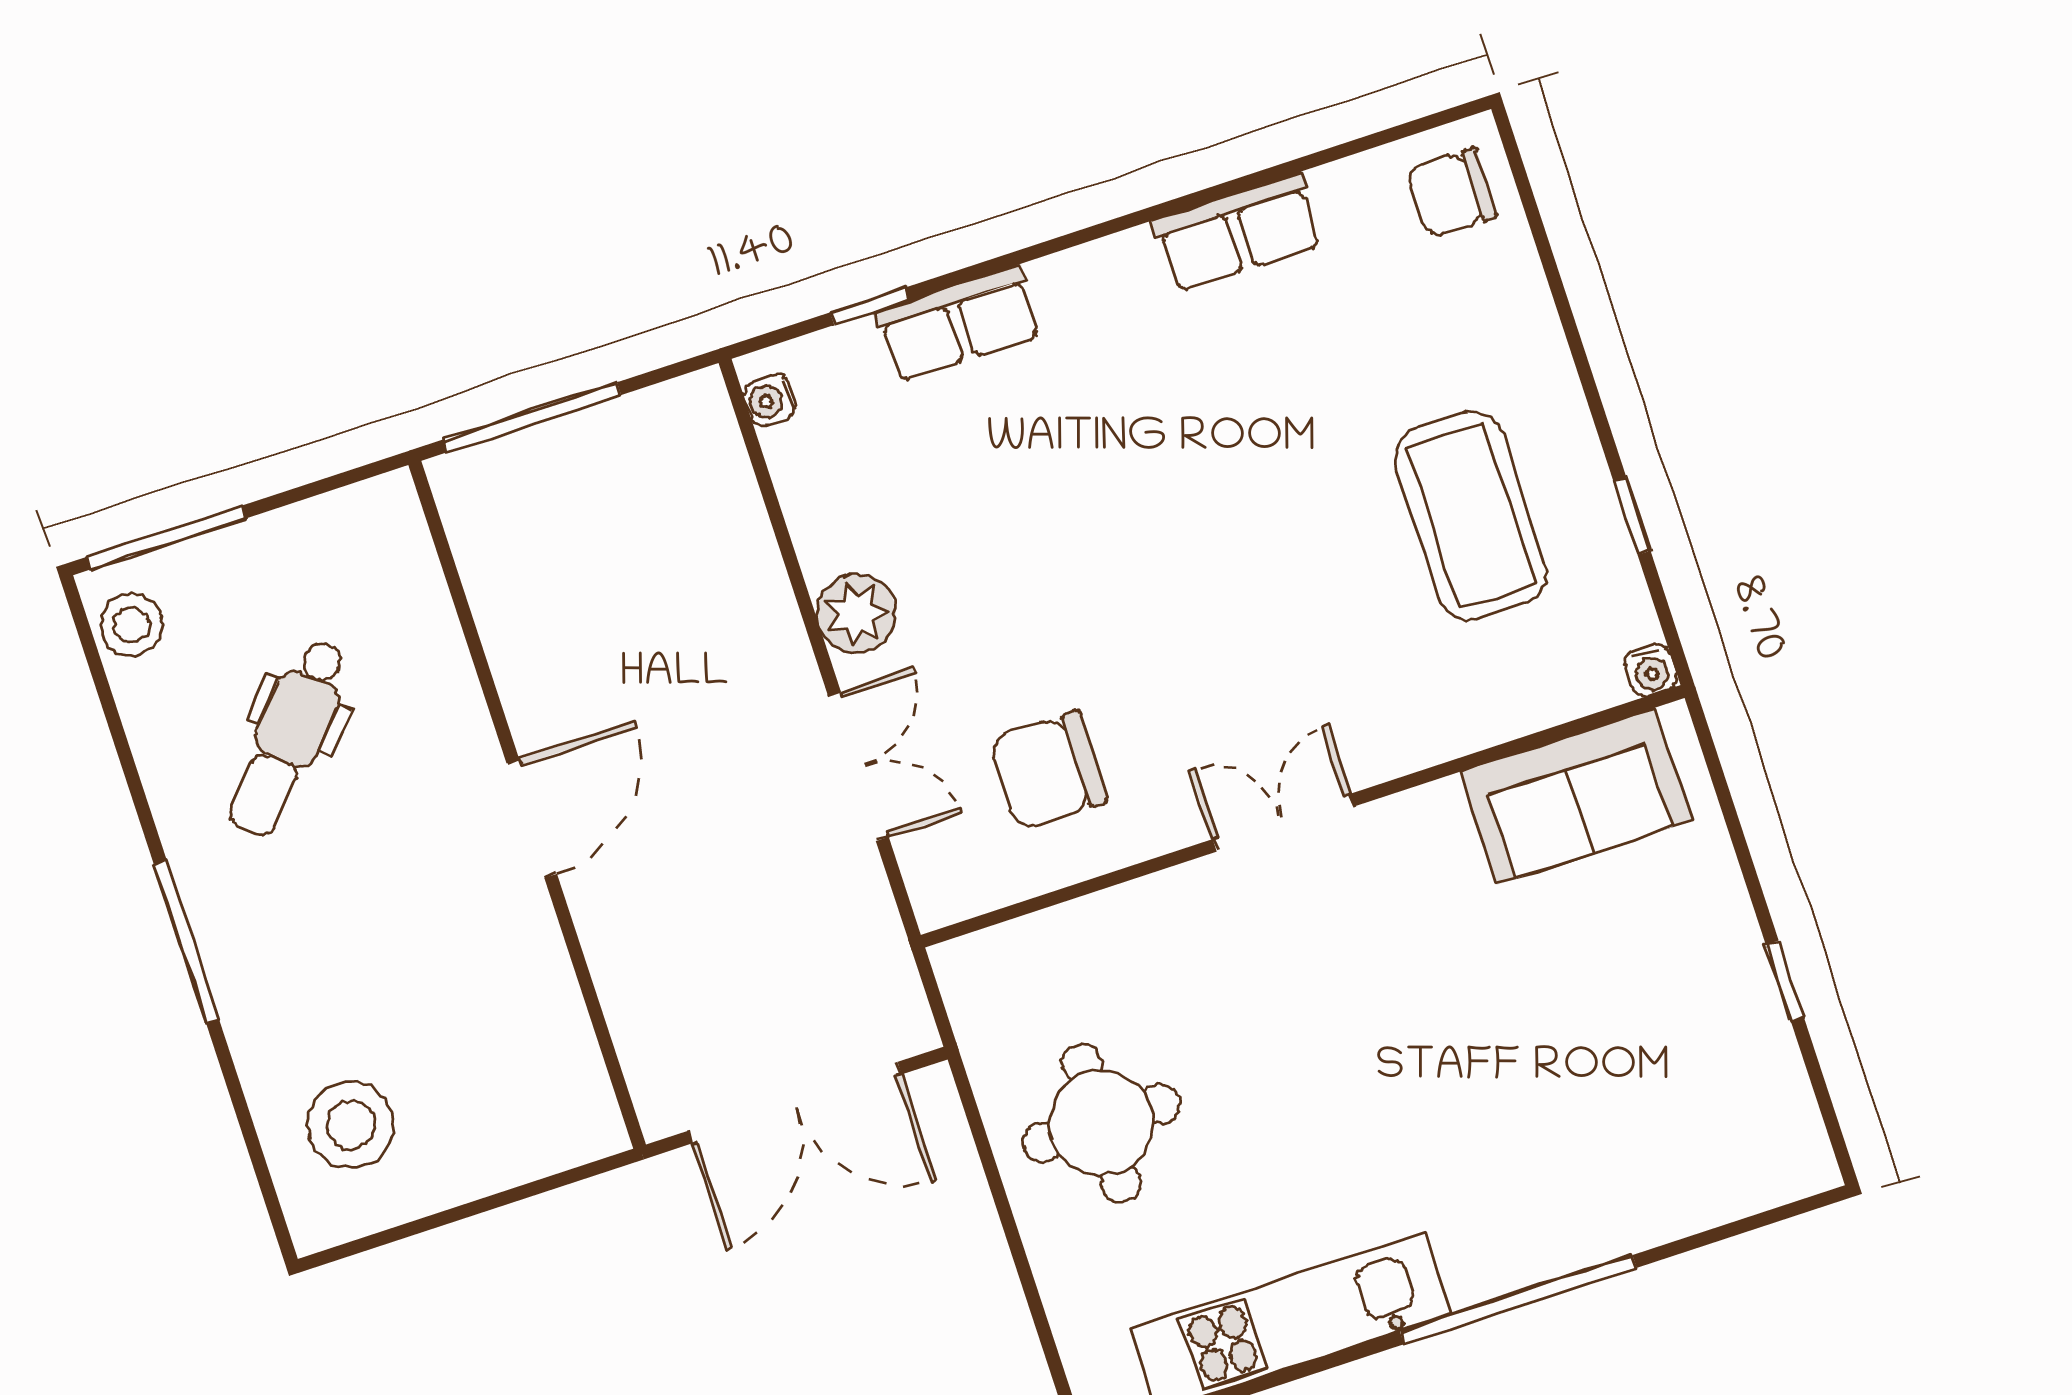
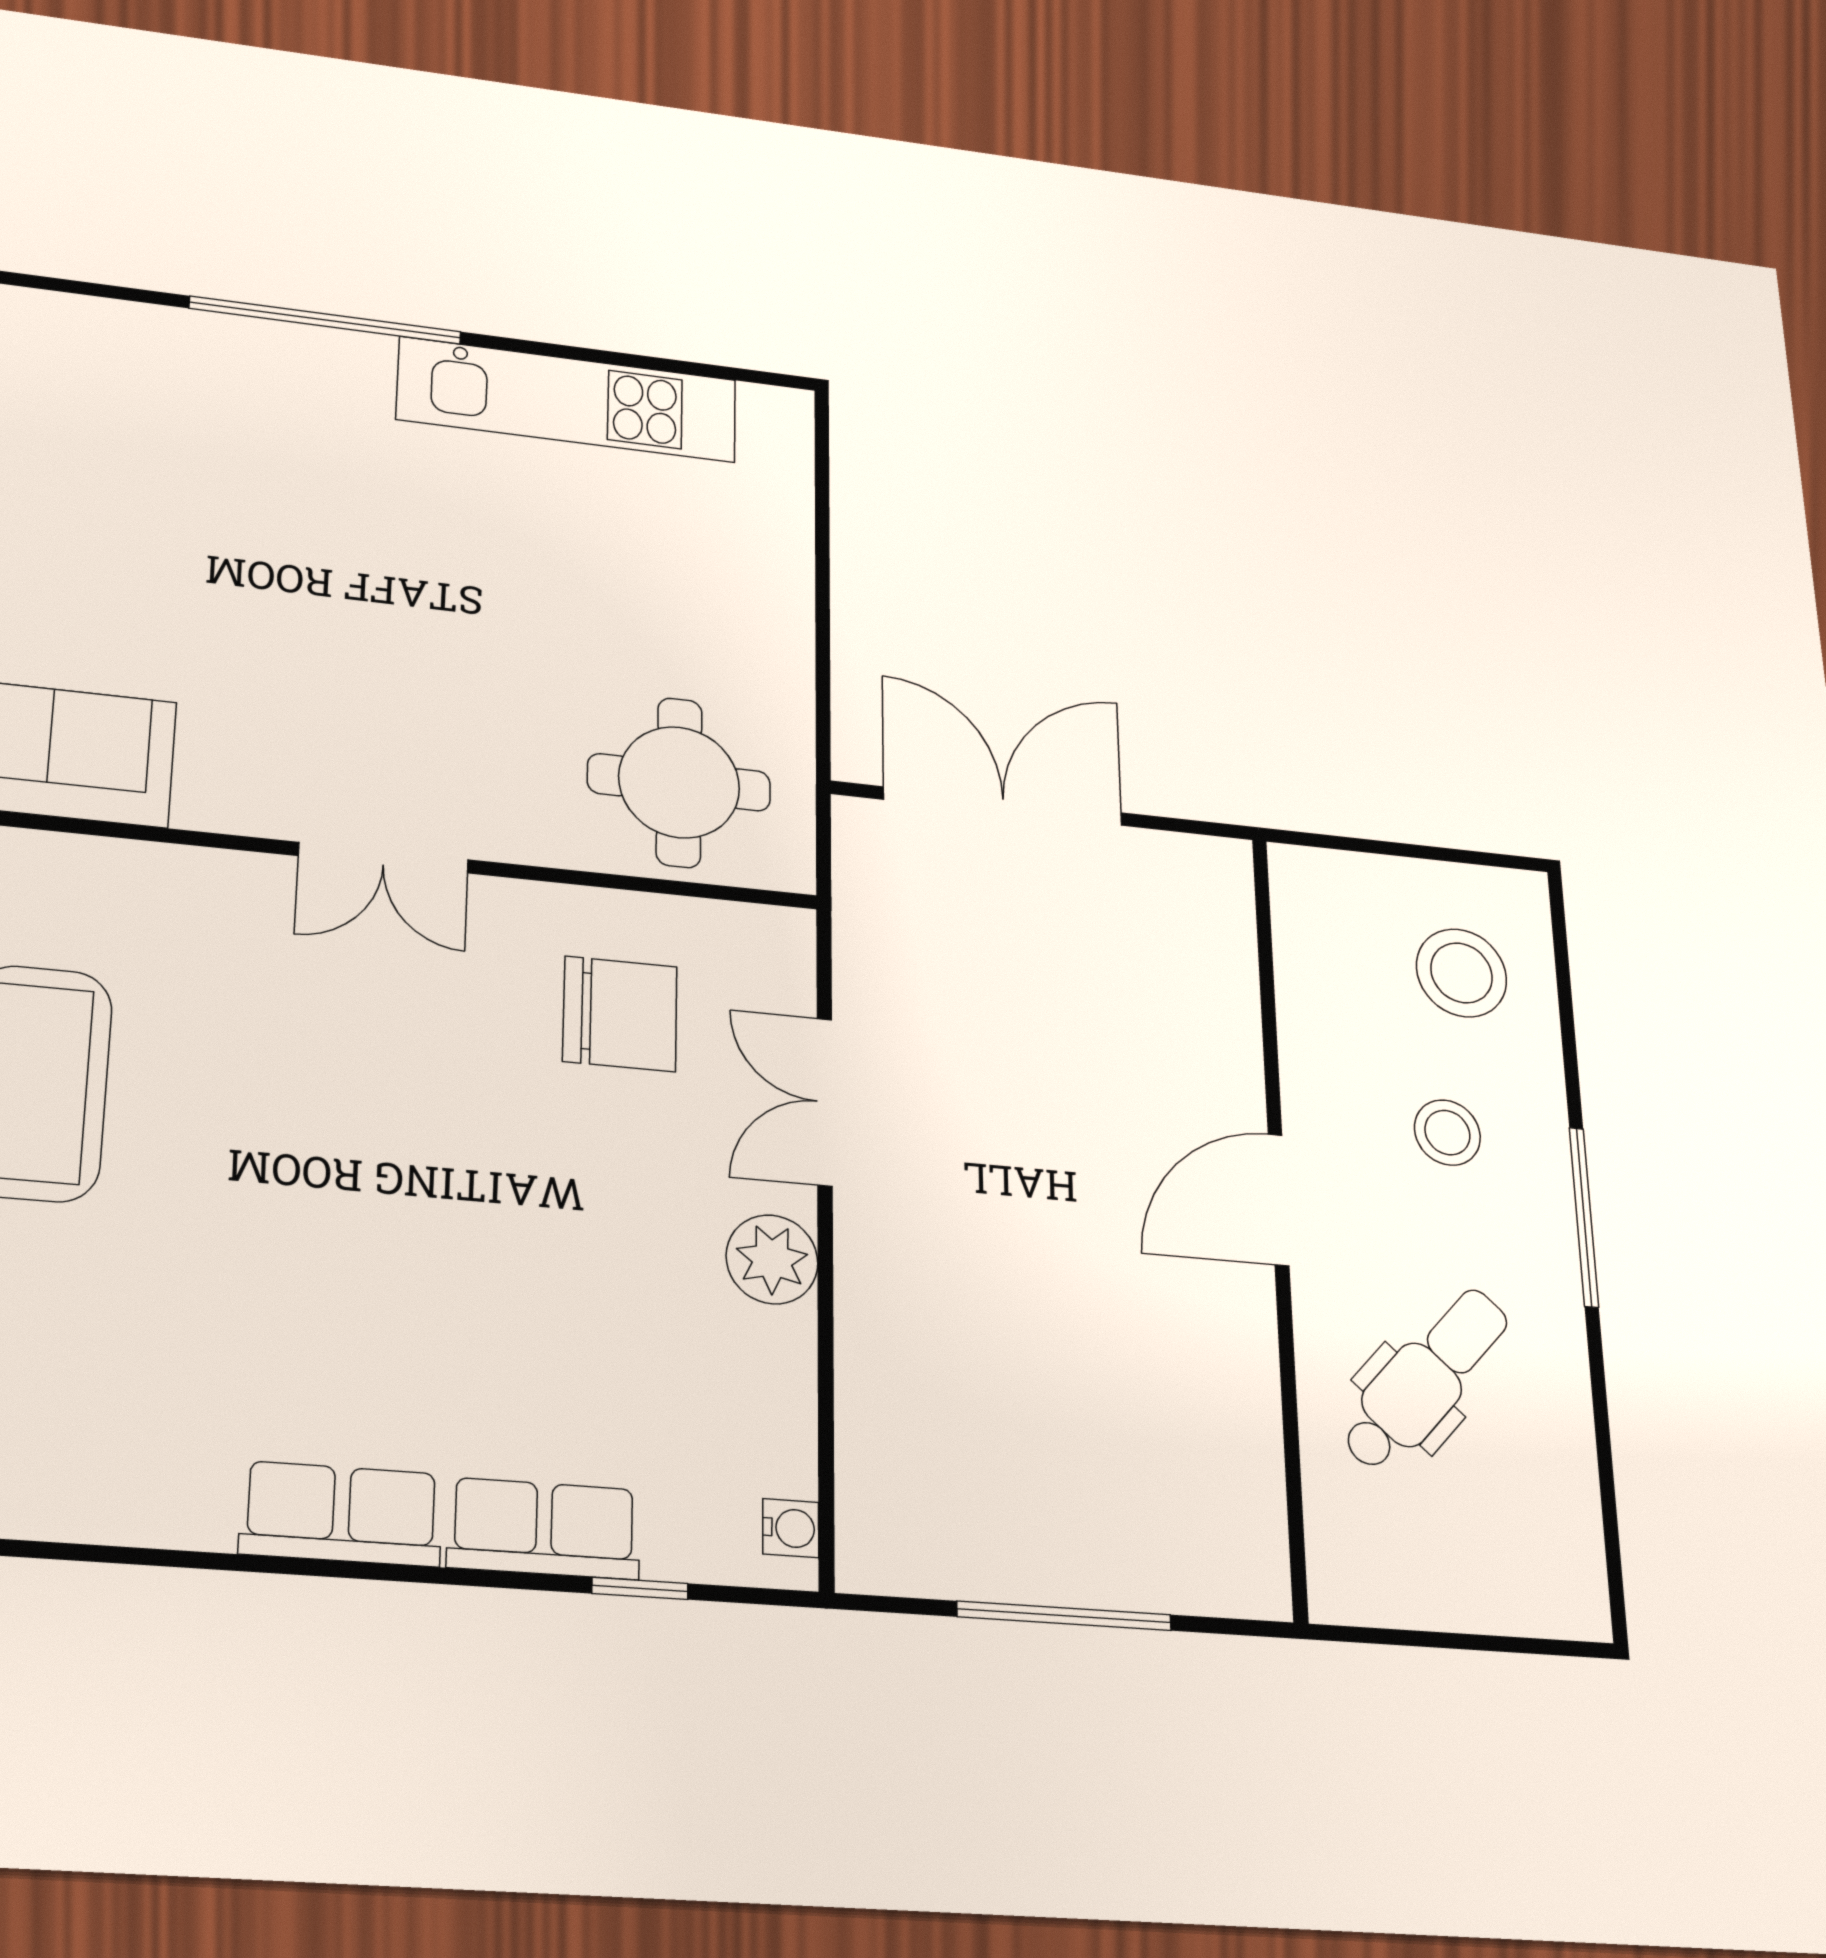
row of seats: (1238, 232) -> (341, 1514), moved
window: (166, 538) -> (1504, 1644), removed
stool: (132, 625) -> (1447, 1133), moved
wall: (527, 805) -> (1279, 1215), moved
door: (532, 819) -> (1278, 1200), moved
round table: (1101, 1123) -> (679, 782), moved

